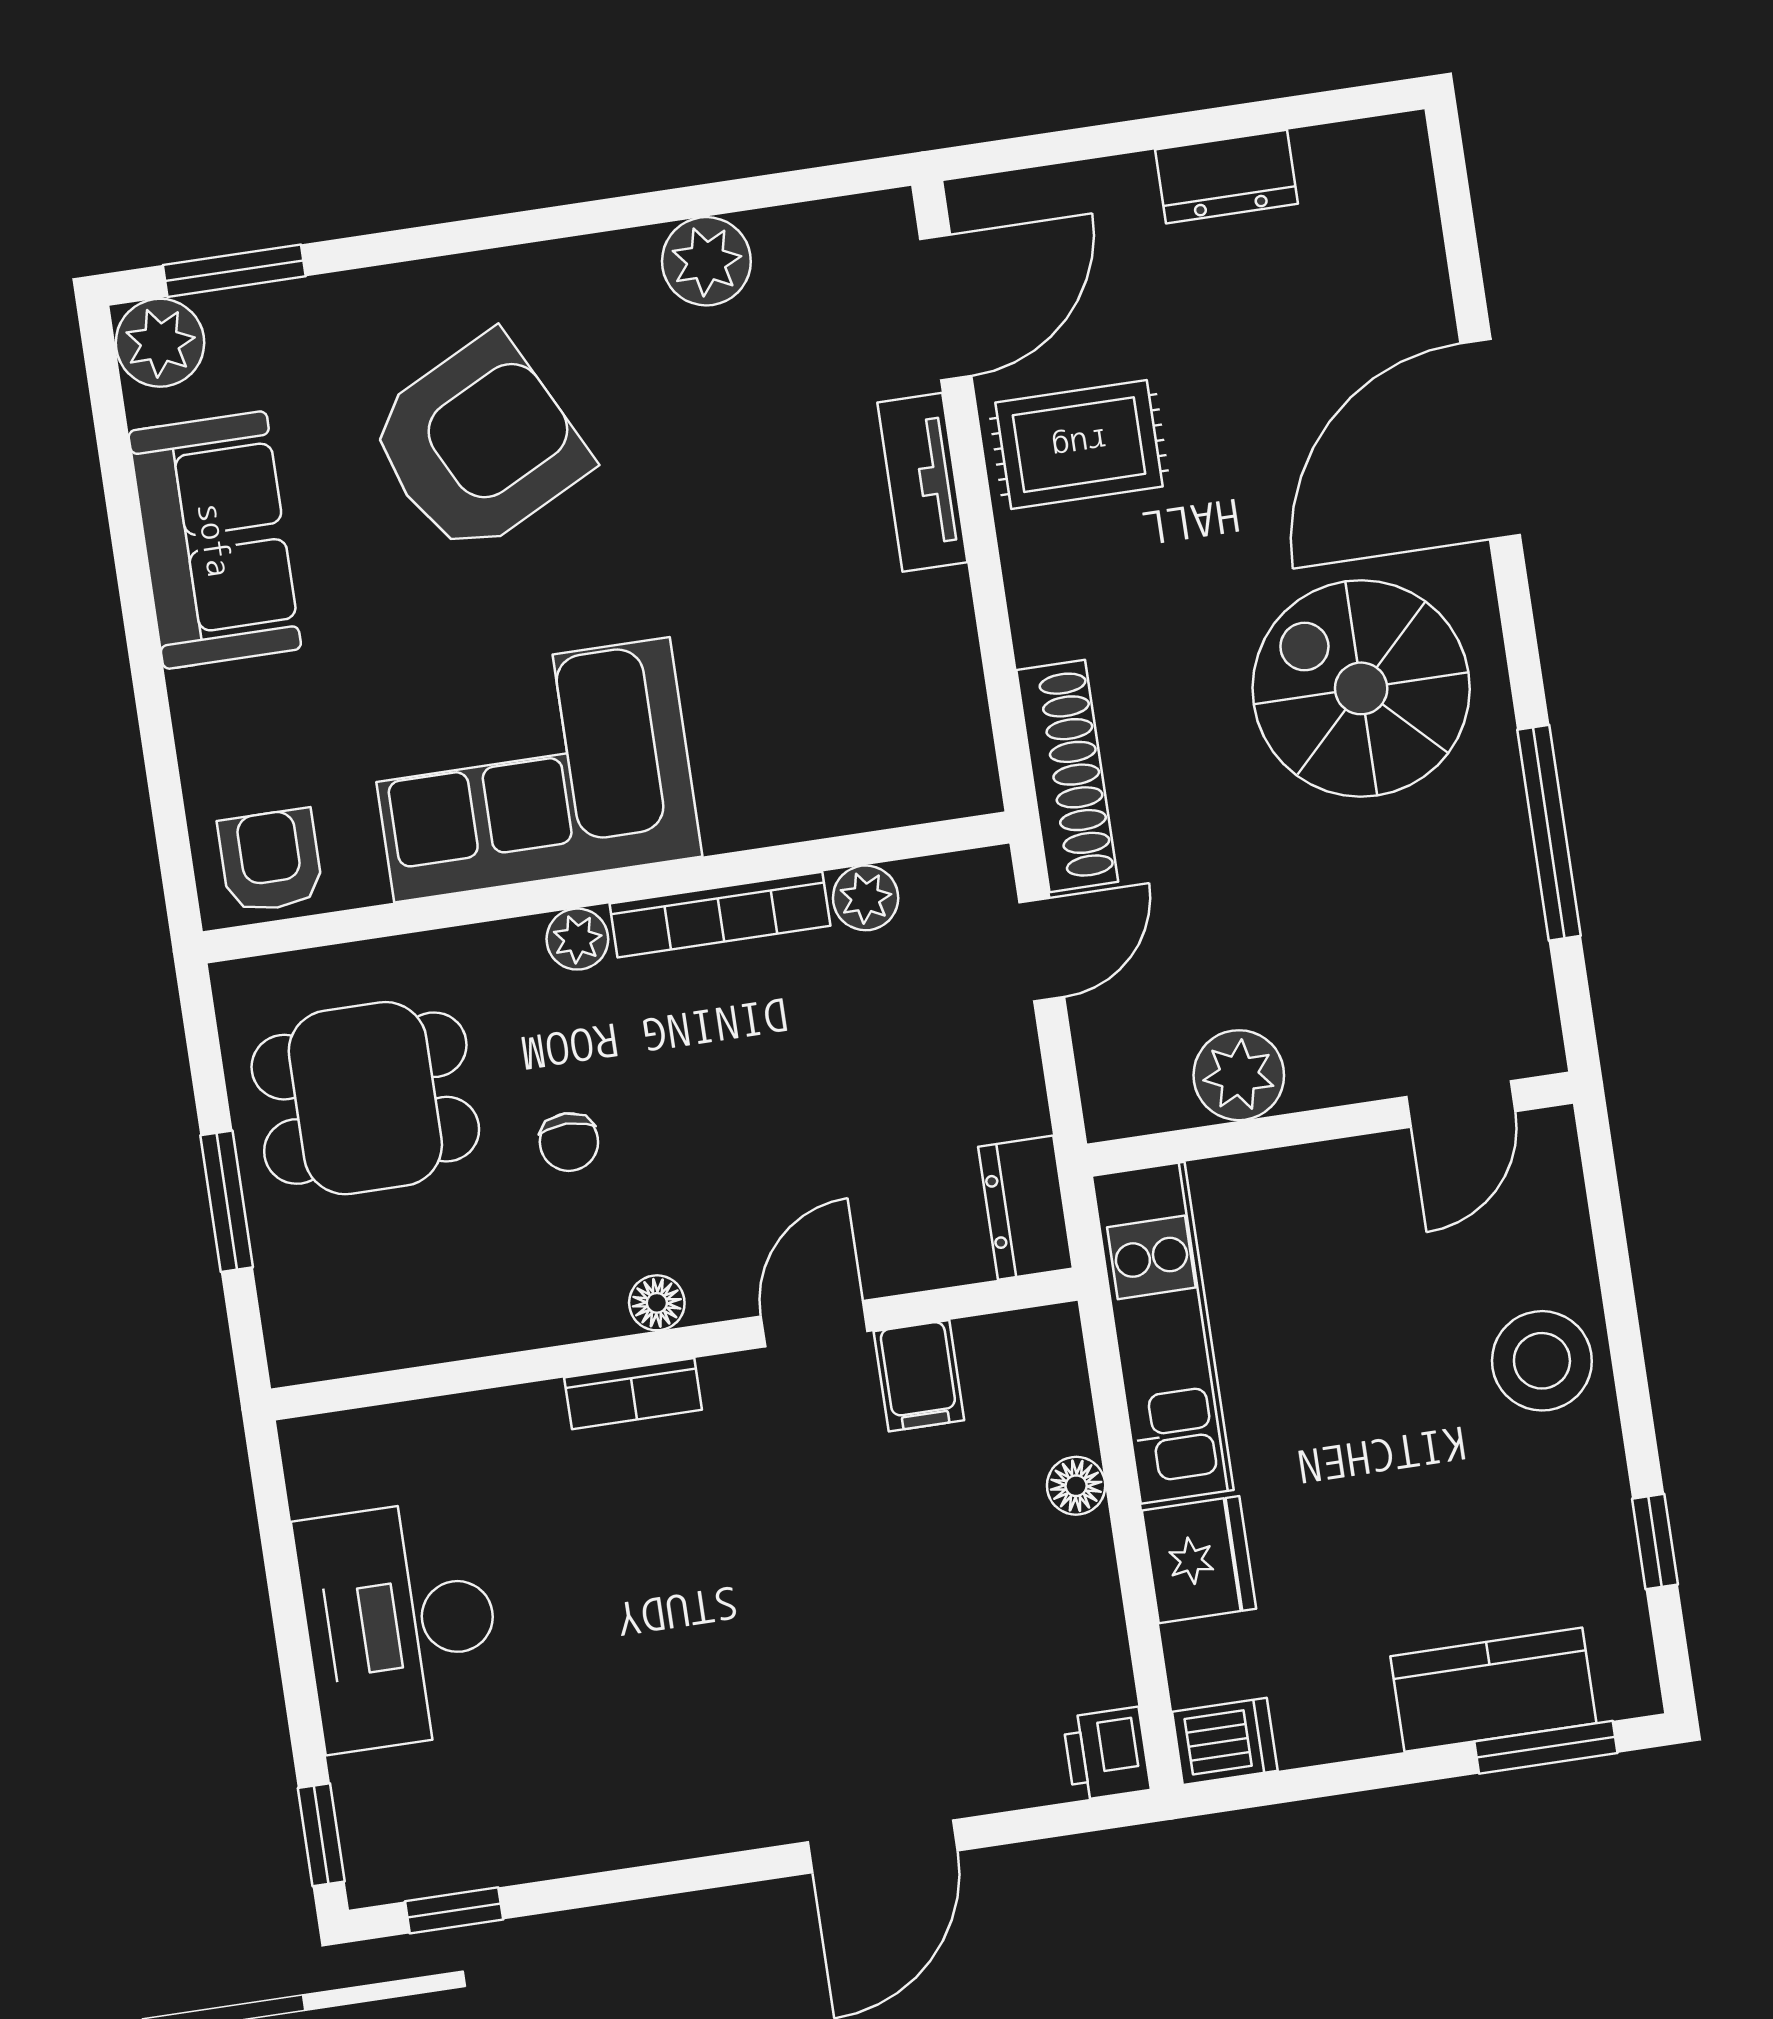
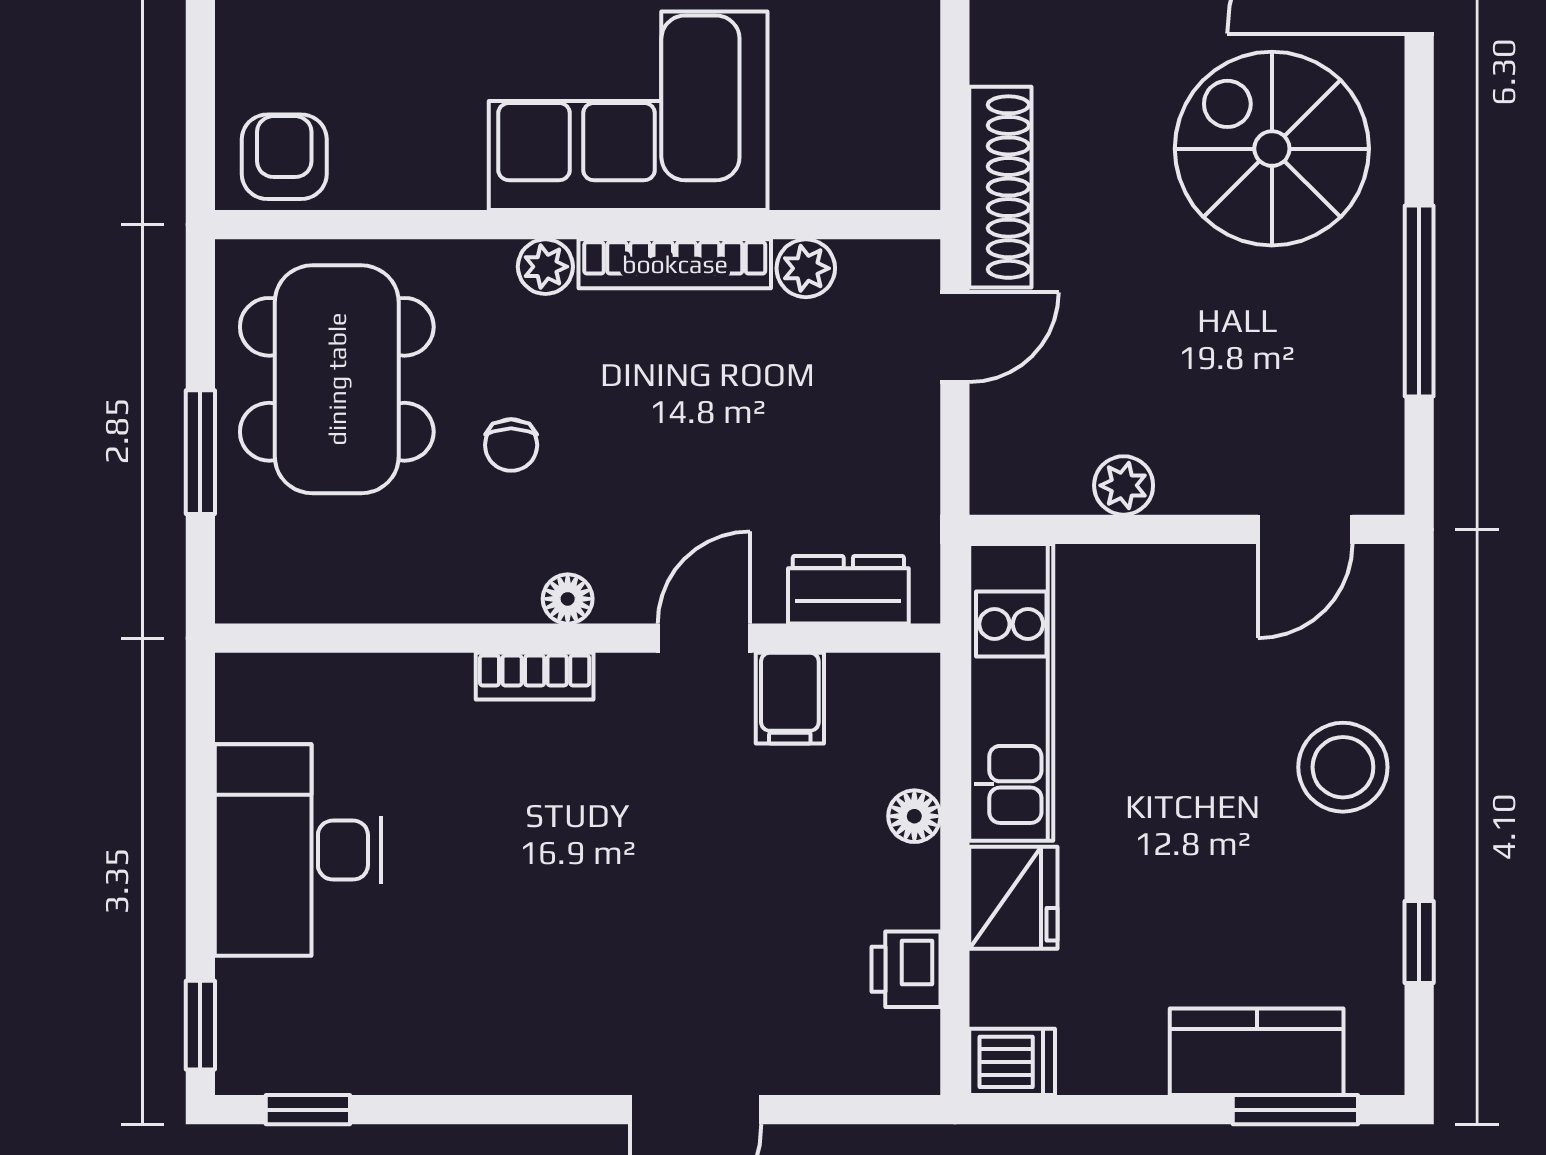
corner sofa: (532, 770) -> (628, 111), moved
plant: (1239, 1075) -> (1124, 485), width x0.73, depth x0.73
dining table: (365, 1098) -> (337, 379), width x1.38
dresser: (1026, 1208) -> (848, 590), moved, turned 90
printer: (1107, 1754) -> (906, 969), moved

